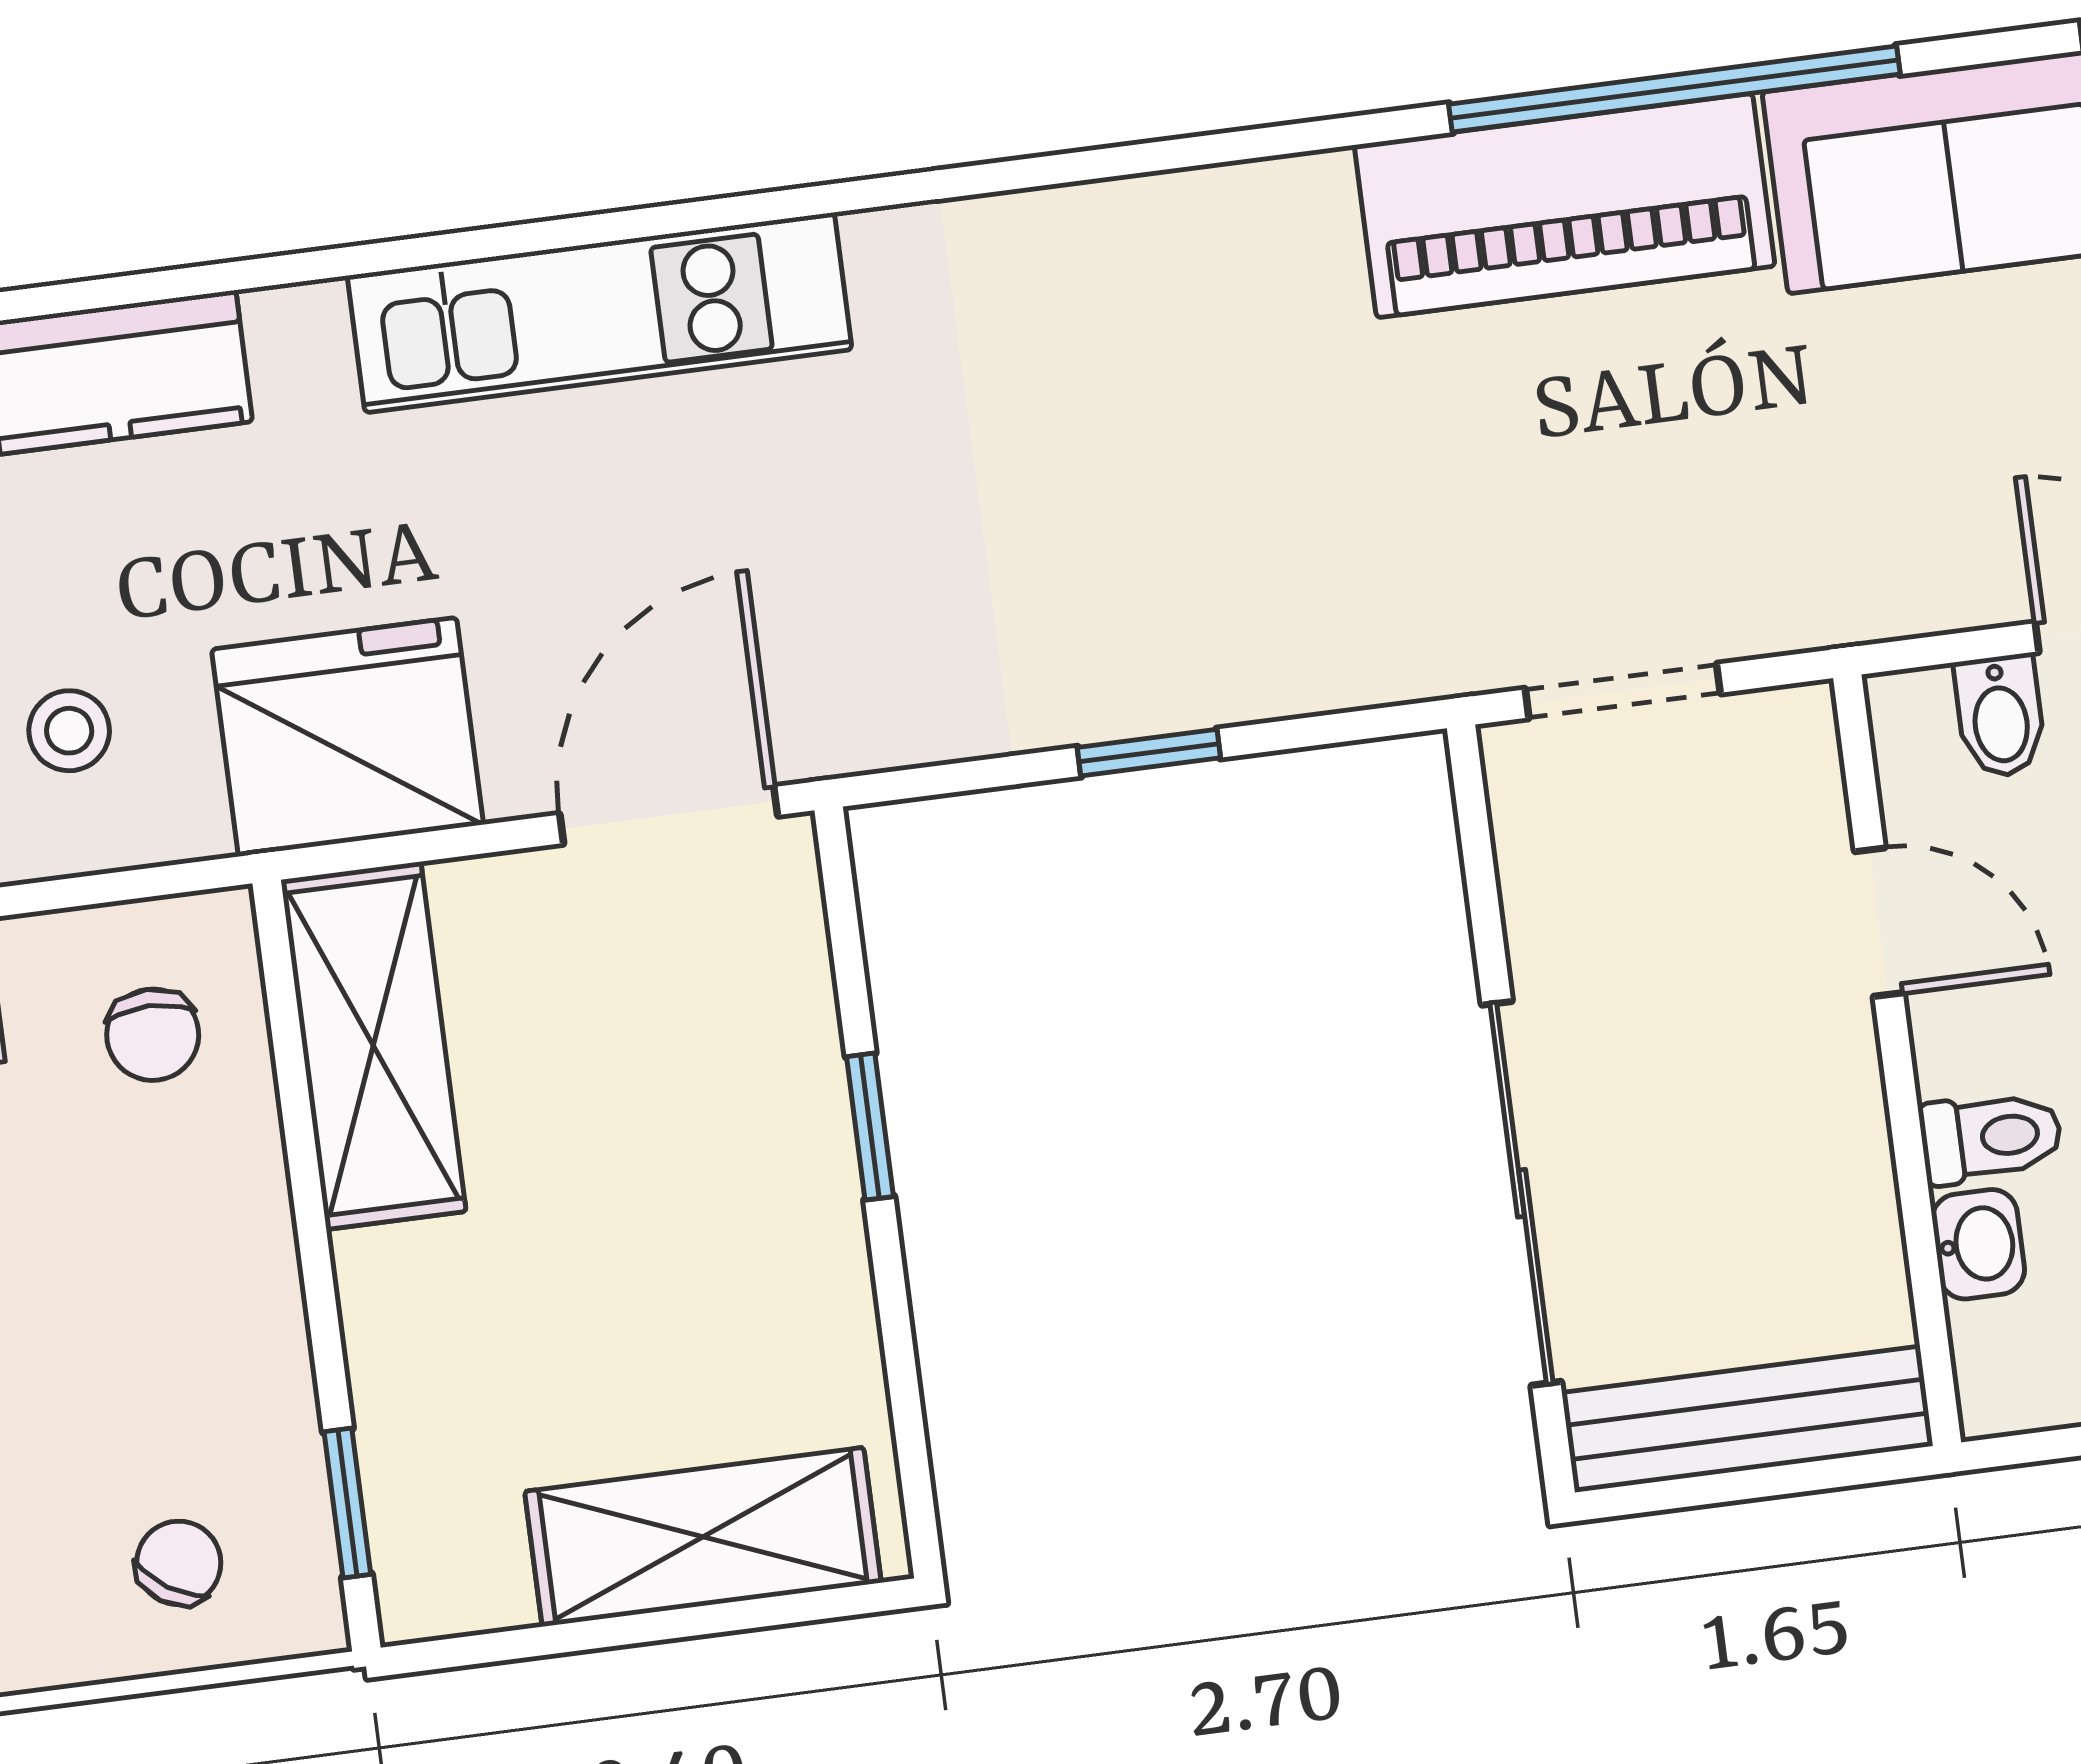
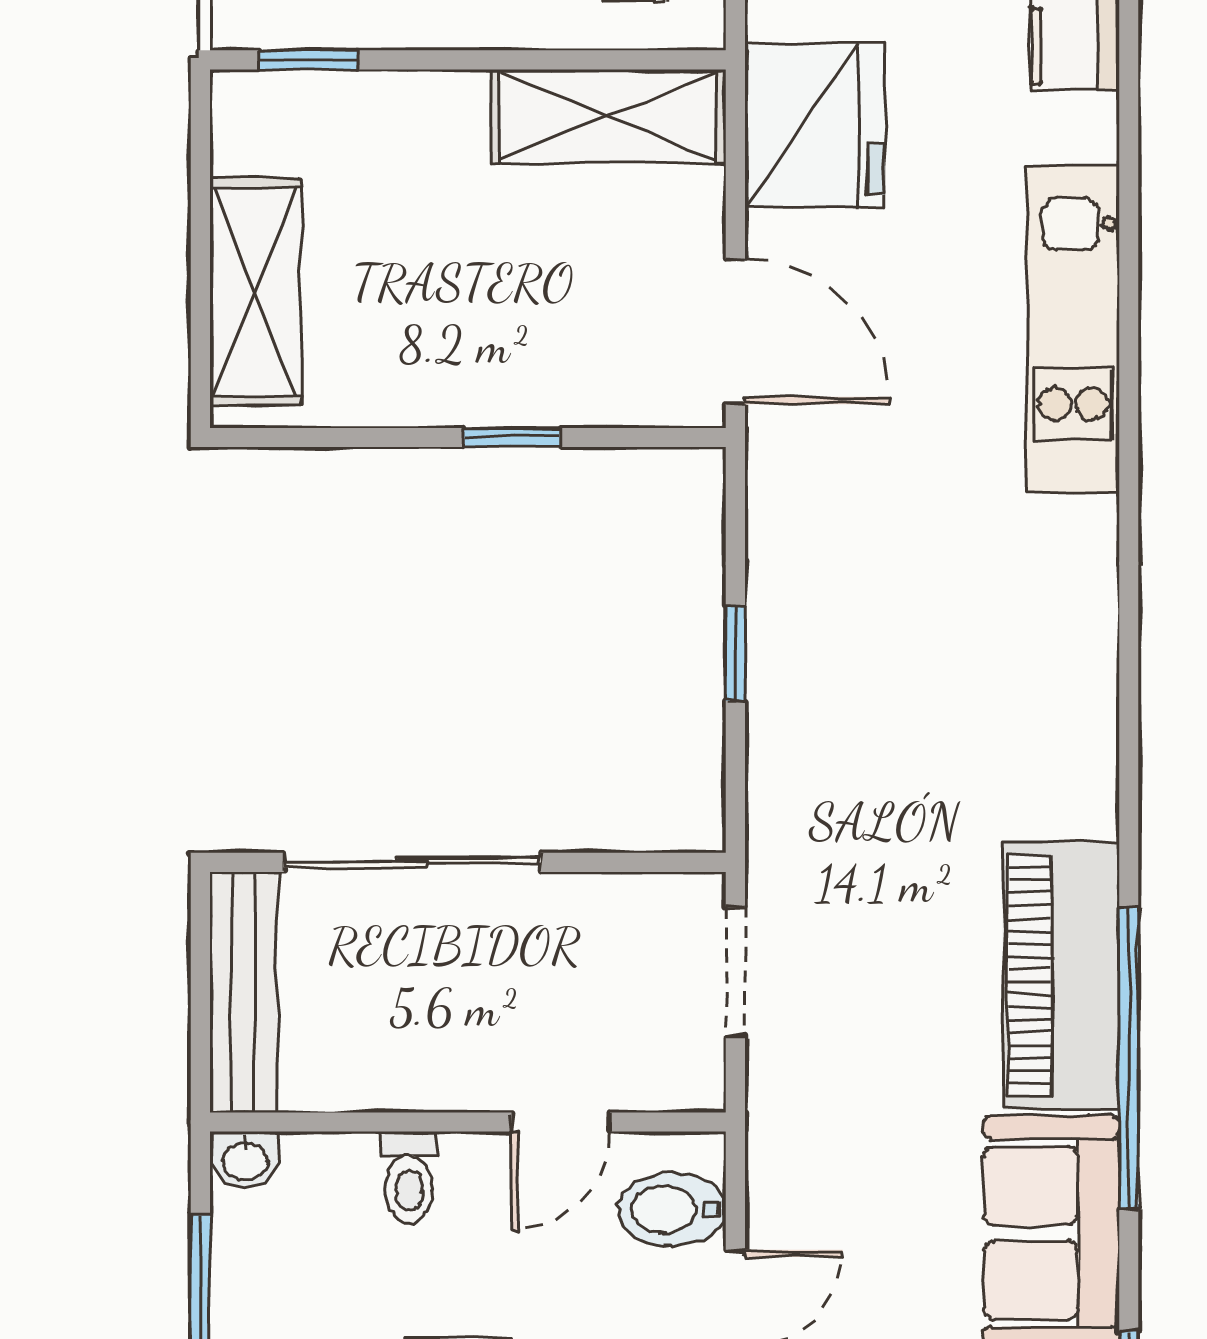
bidet: (2000, 716) -> (672, 1209), width x1.38, depth x1.36
washbasin: (1978, 1244) -> (245, 1160), moved

